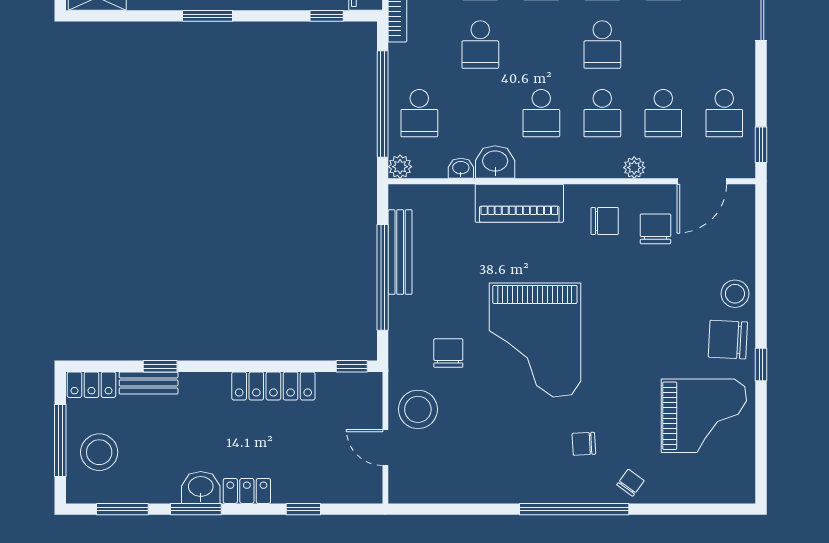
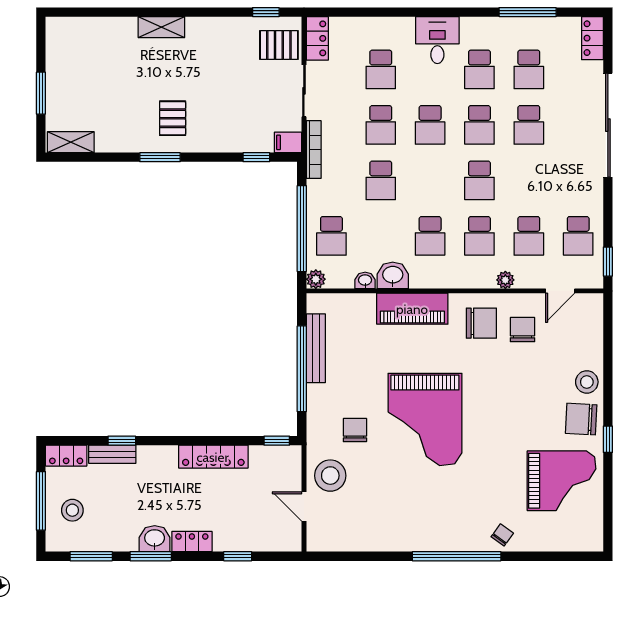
door: (702, 181) -> (560, 291), width x0.73
chair: (605, 221) -> (481, 323), width x1.37, depth x1.37
chair: (584, 444) -> (465, 503), removed
stool: (99, 452) -> (72, 510), width x0.73, depth x0.73

